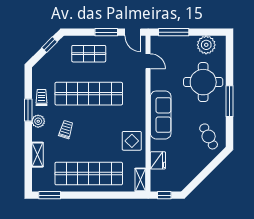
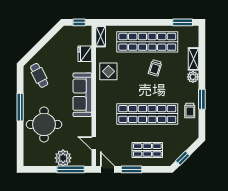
plant: (206, 45) -> (63, 158), moved
plant: (38, 121) -> (193, 77), moved
trolley: (66, 130) -> (155, 68), moved

